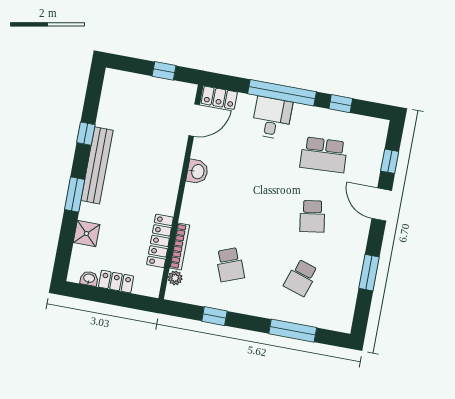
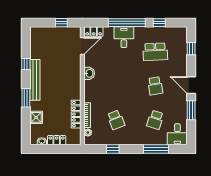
door: (382, 204) -> (191, 85), moved
desk: (336, 311) -> (177, 134), added

